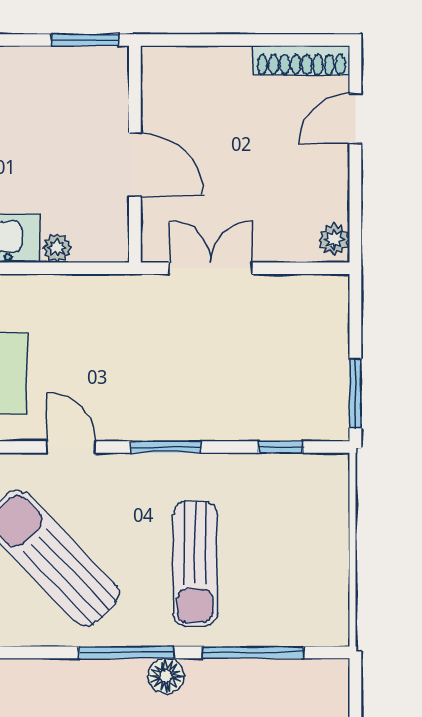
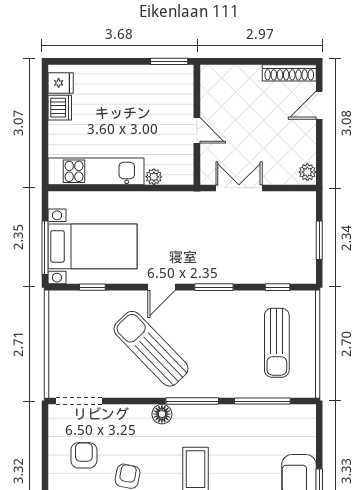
door: (135, 164) -> (197, 130), width x0.73
window: (355, 394) -> (319, 240), moved
door: (71, 447) -> (162, 287), swing flipped
sun lounger: (195, 564) -> (277, 343), moved
floor lamp: (166, 676) -> (162, 414), moved

